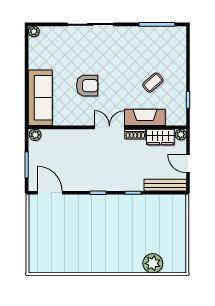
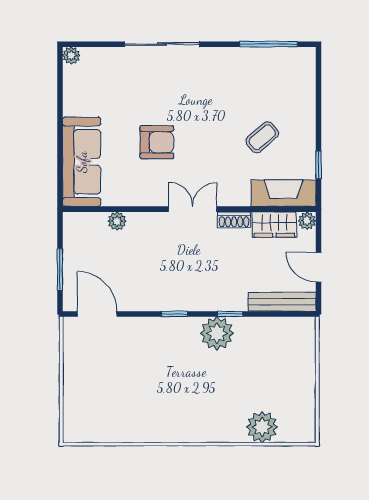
fireplace: (145, 117) -> (284, 193), moved
plant: (35, 135) -> (117, 221), moved
plant: (125, 205) -> (217, 333), added

